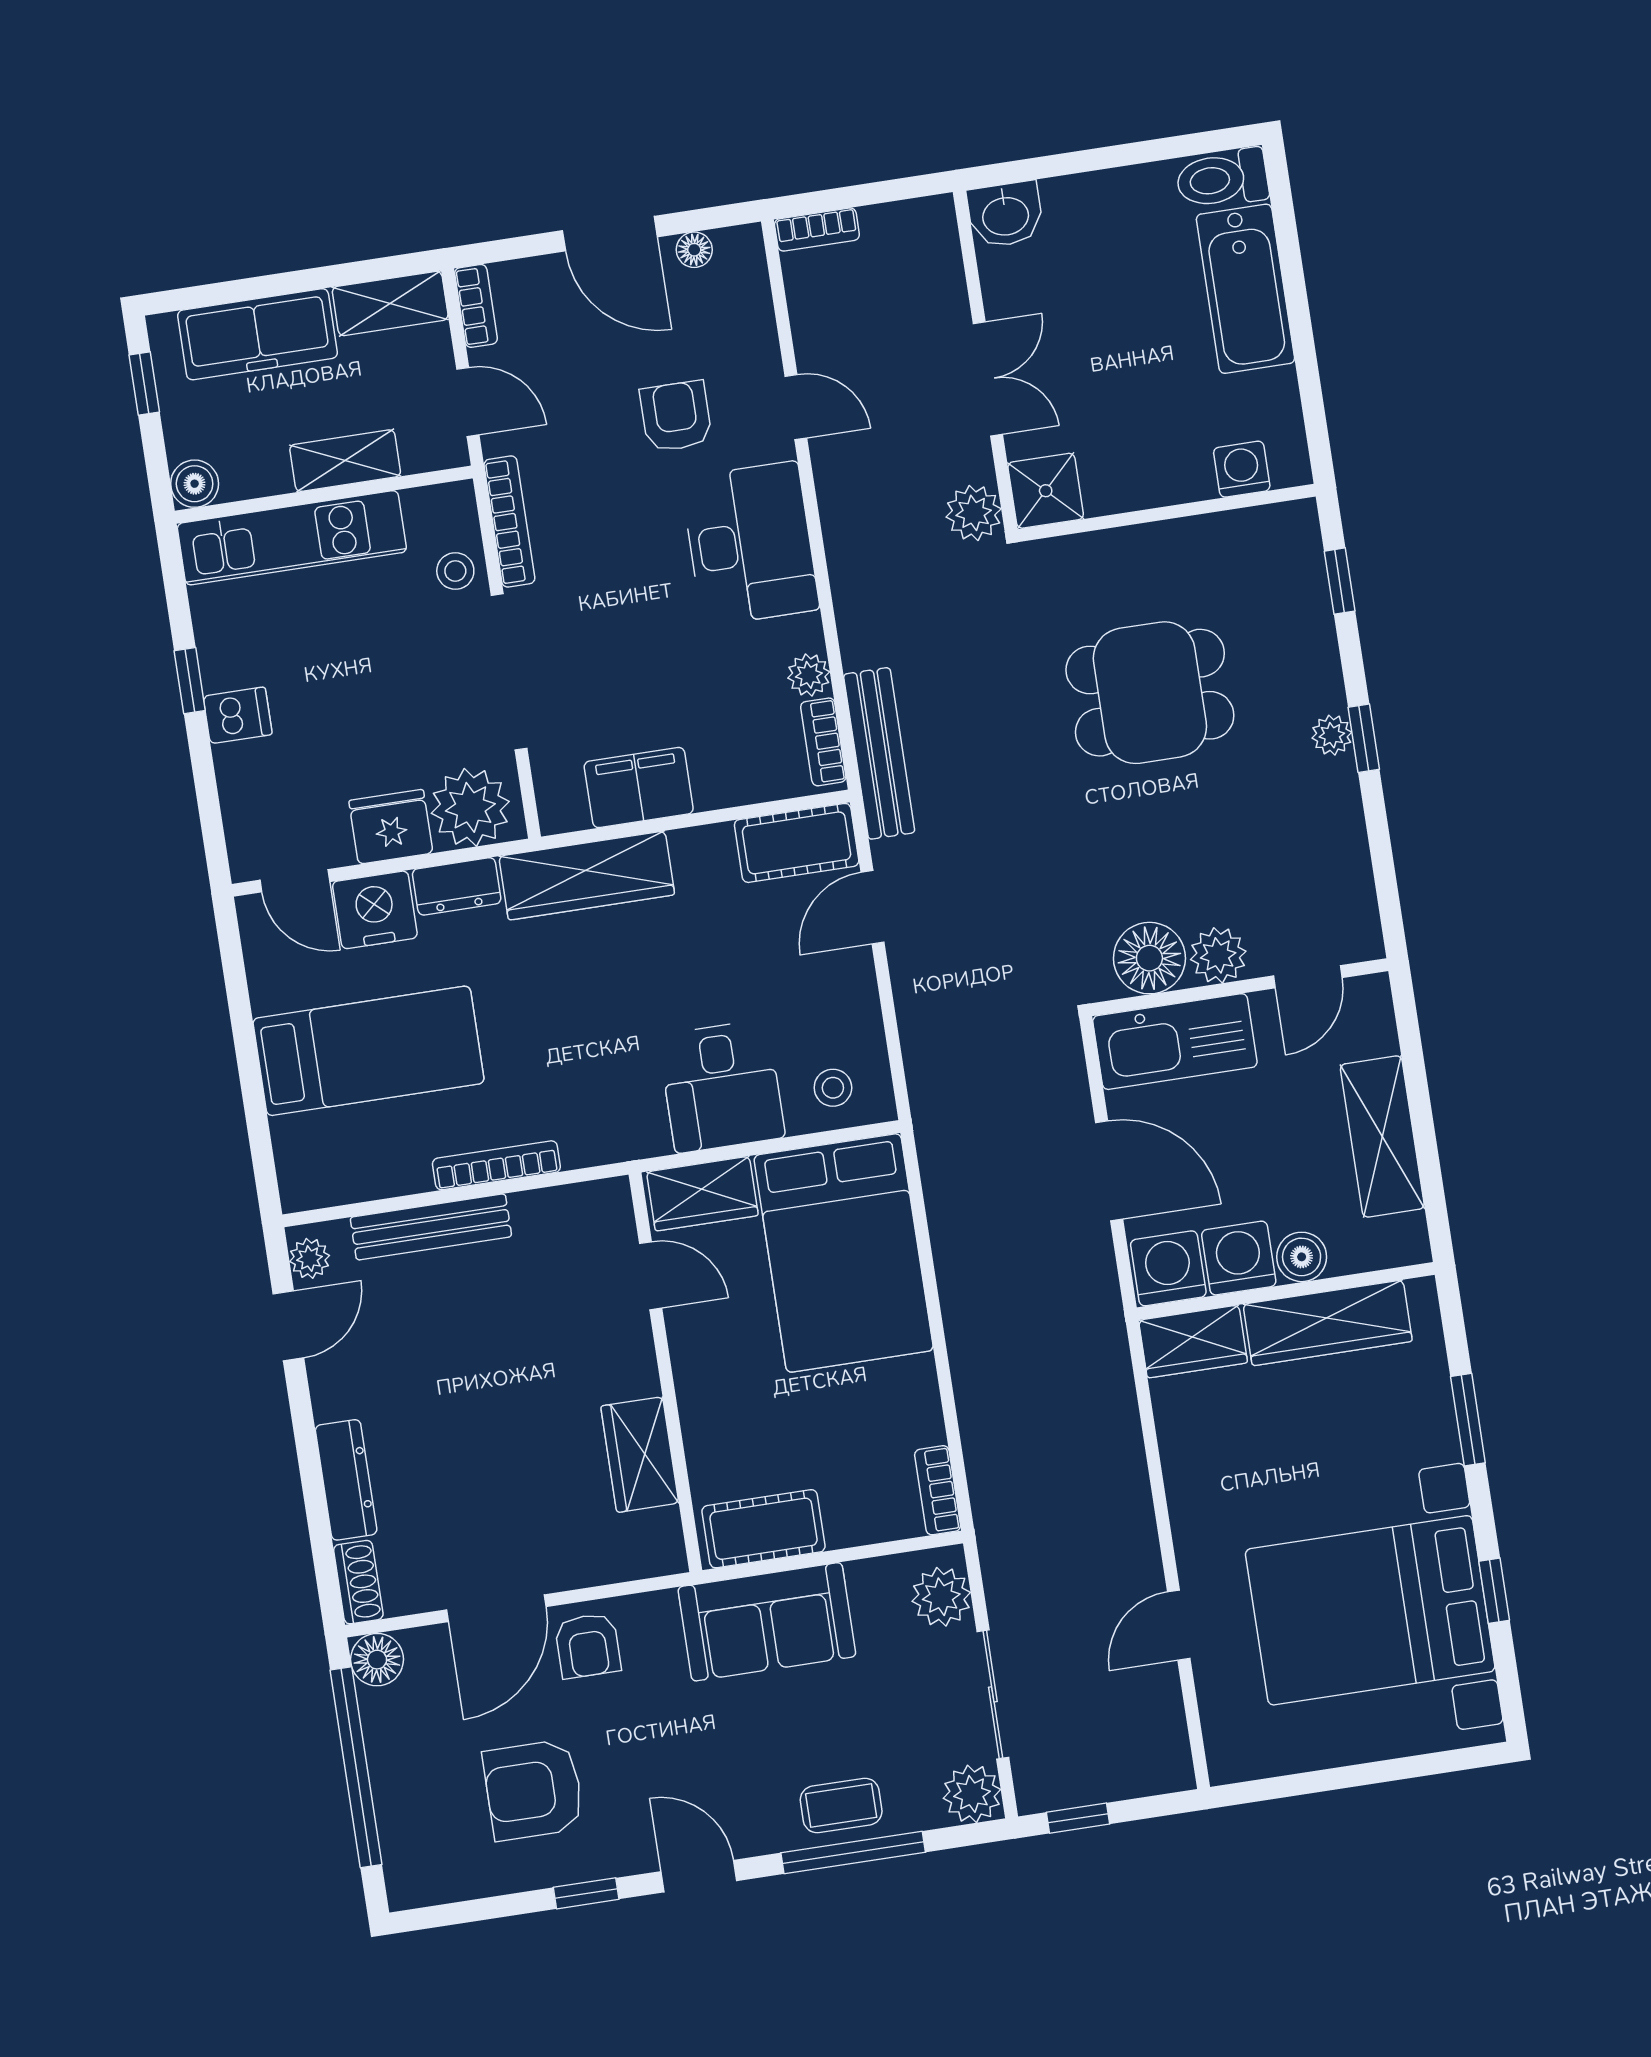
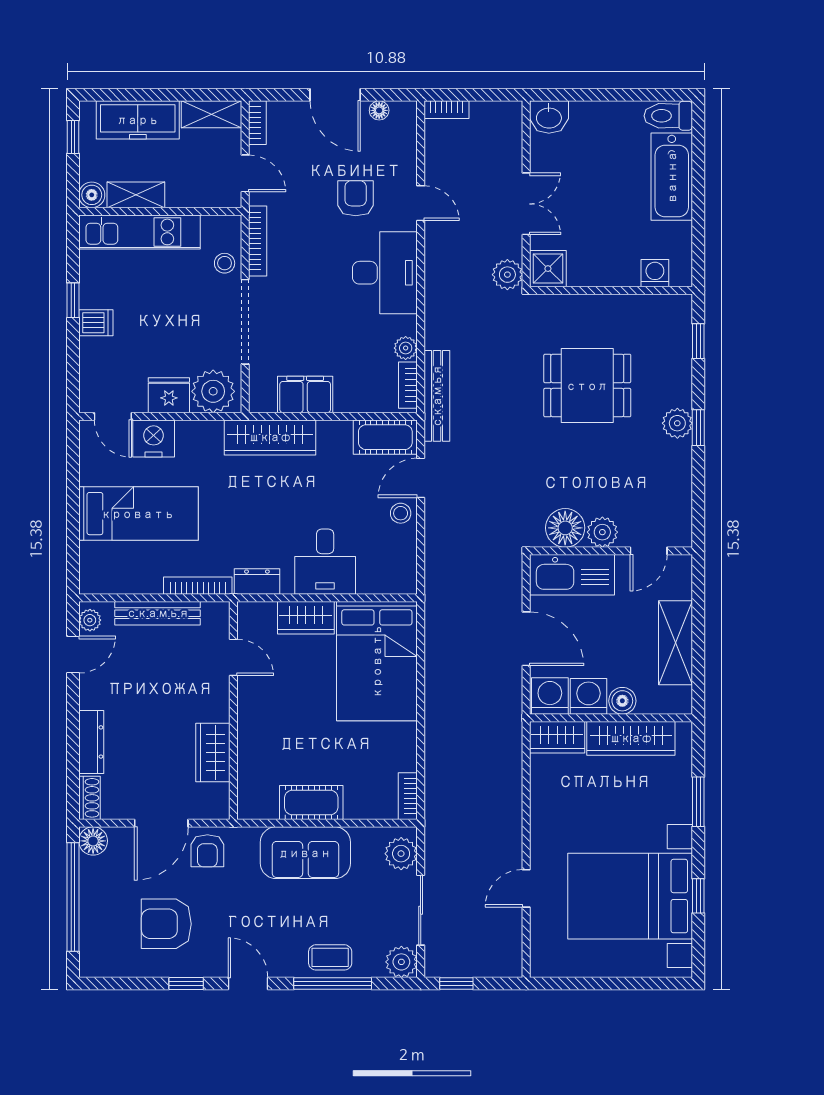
shelving: (345, 461) -> (136, 195), moved
plant: (1332, 735) -> (677, 423), width x1.38, depth x1.38
dresser: (457, 886) -> (257, 581), moved, turned 180
stool: (833, 1088) -> (401, 513), moved
door: (651, 1276) -> (233, 657), moved
wall: (665, 1372) -> (233, 710), moved
wardrobe: (640, 1455) -> (213, 753), moved

